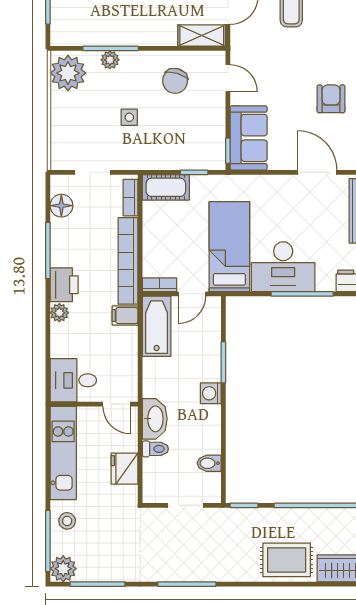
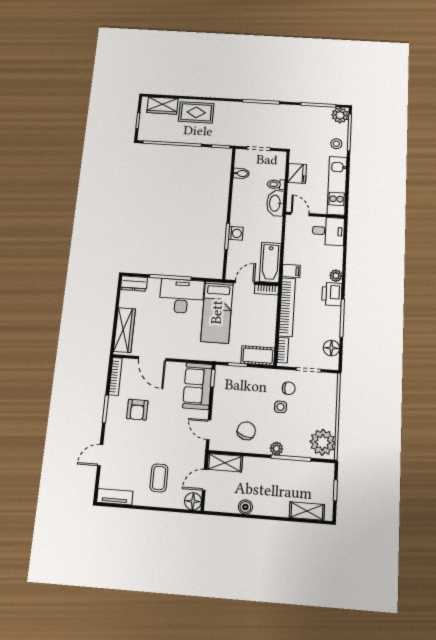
plant: (110, 60) -> (276, 449), moved
chair: (119, 144) -> (289, 388), added
washing machine: (211, 393) -> (236, 233), moved

